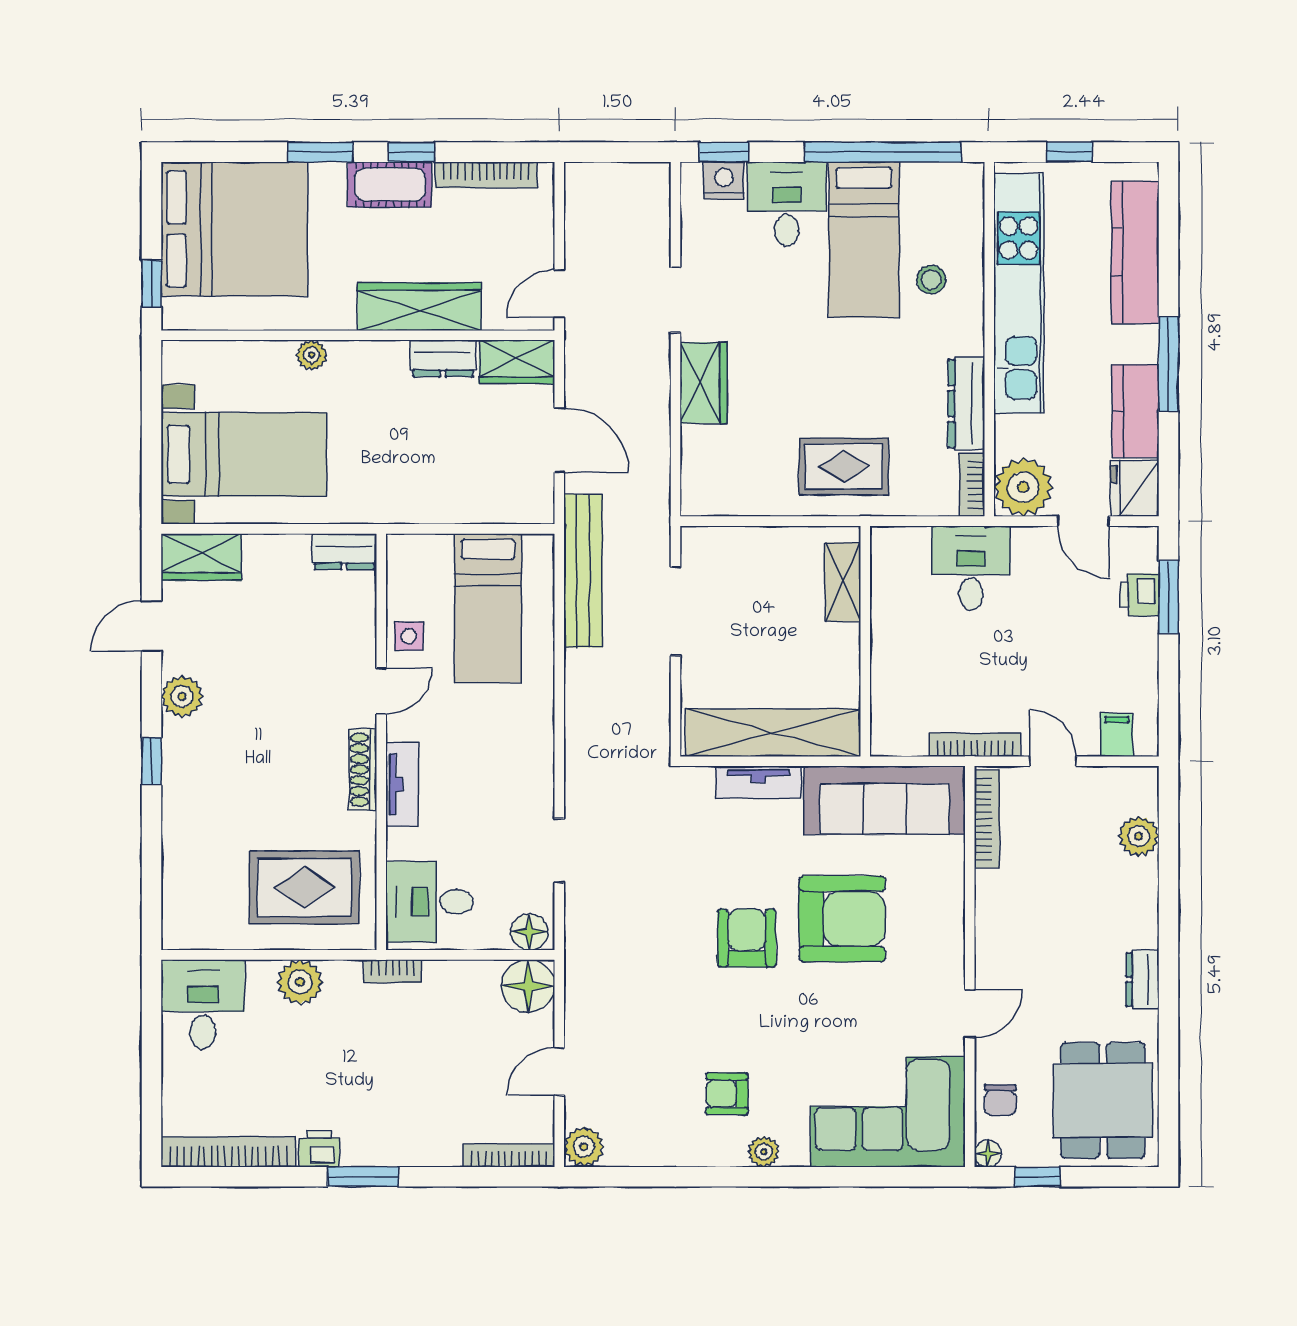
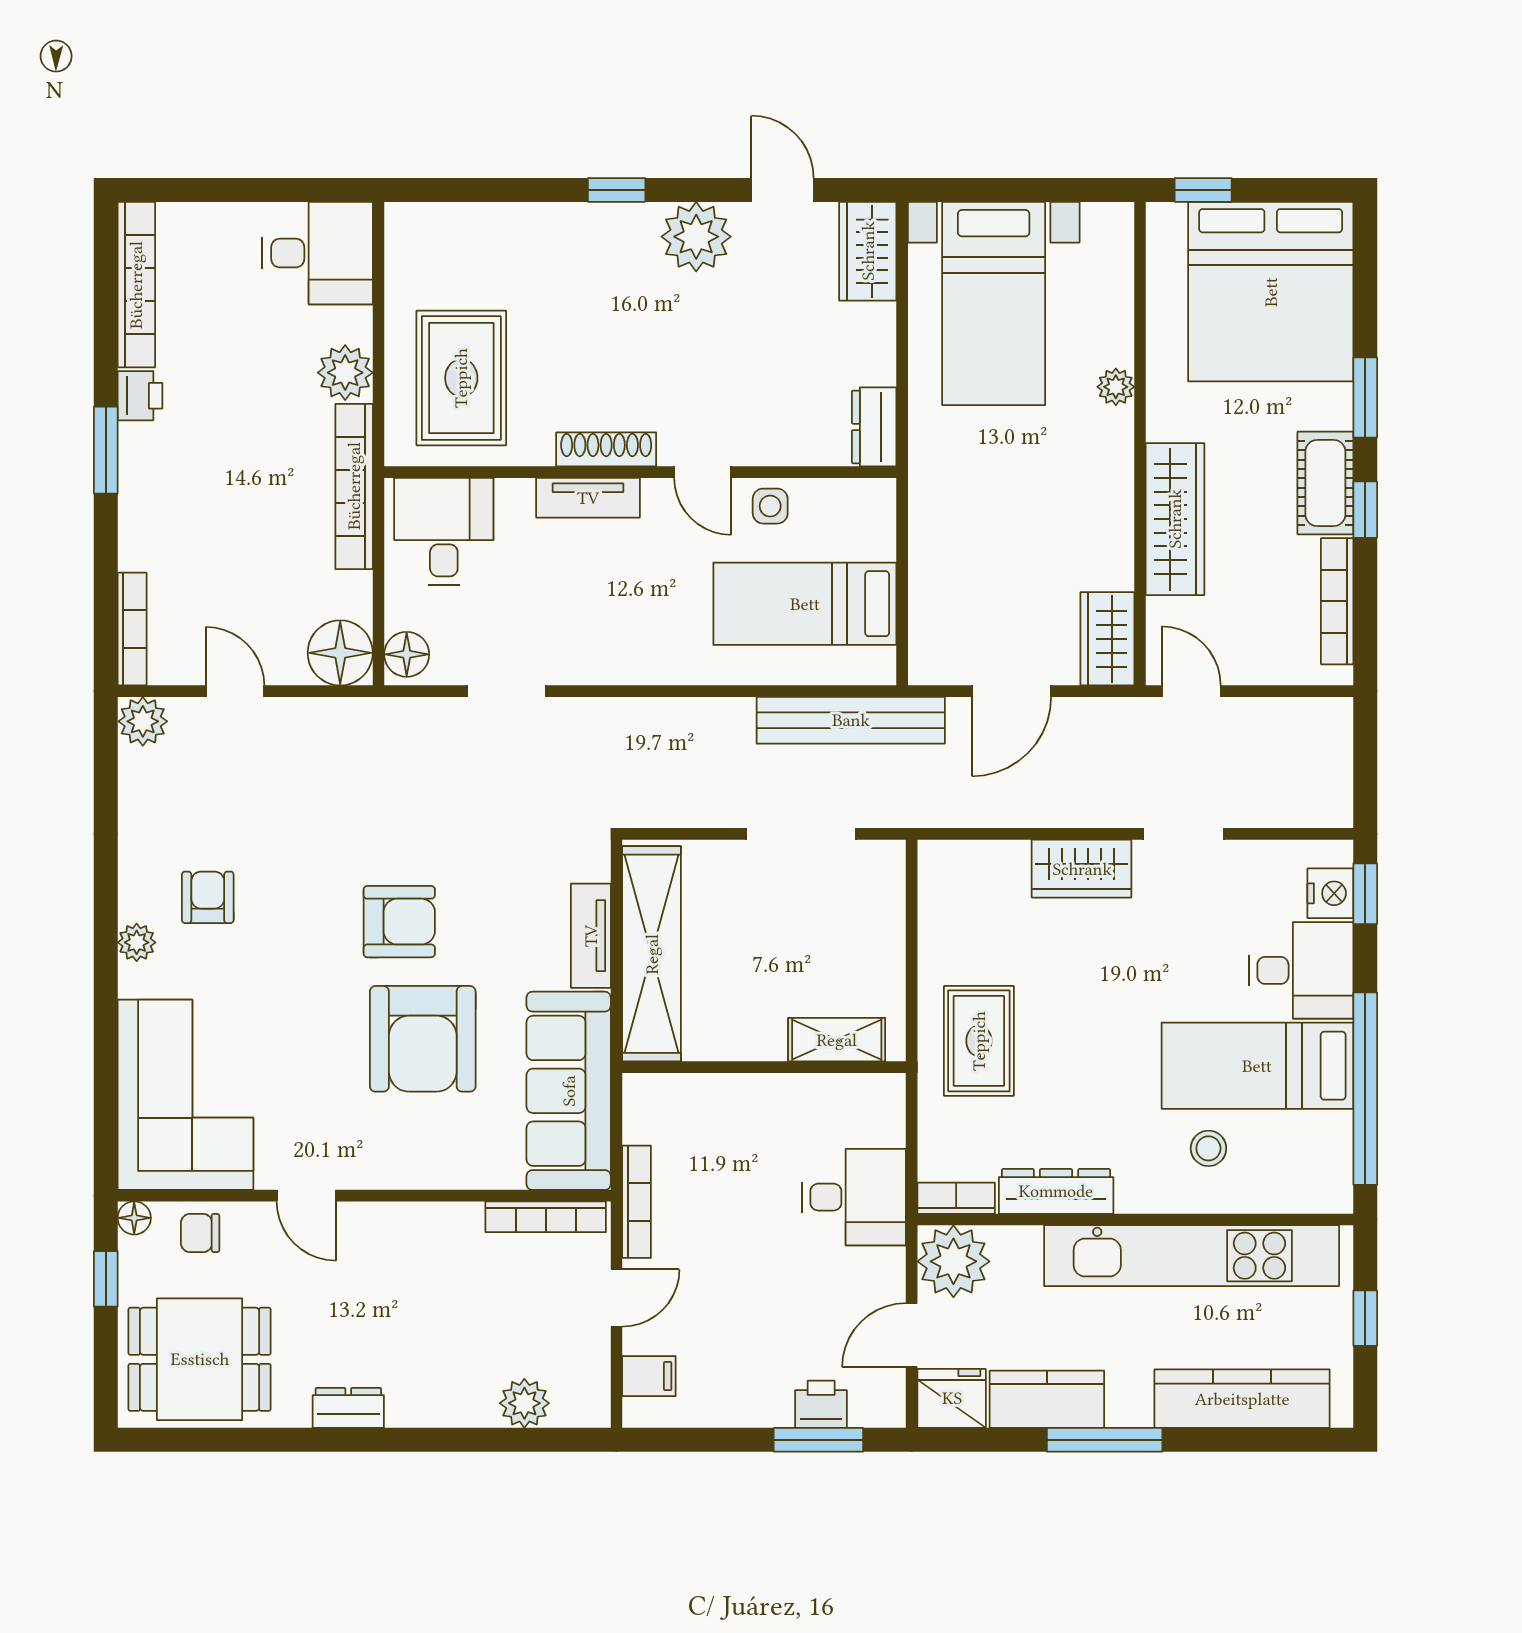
dresser: (443, 358) -> (1112, 548), removed
plant: (182, 696) -> (696, 237), width x1.36, depth x1.36
bookcase: (393, 971) -> (354, 486), width x2.31, depth x1.31

